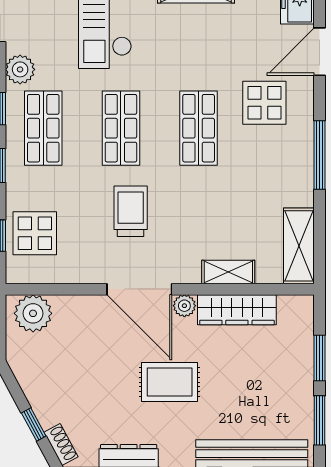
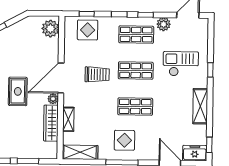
display table: (264, 103) -> (124, 140), moved

